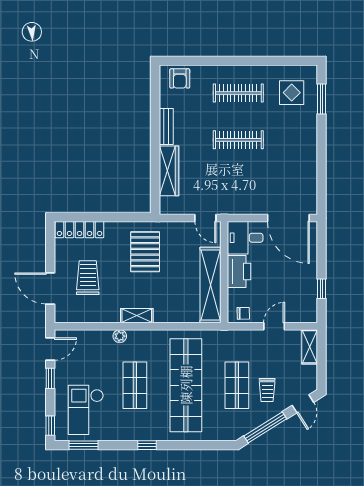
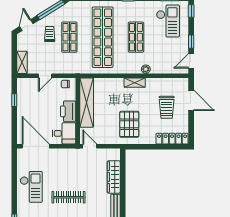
checkout: (295, 156) -> (31, 187), added

